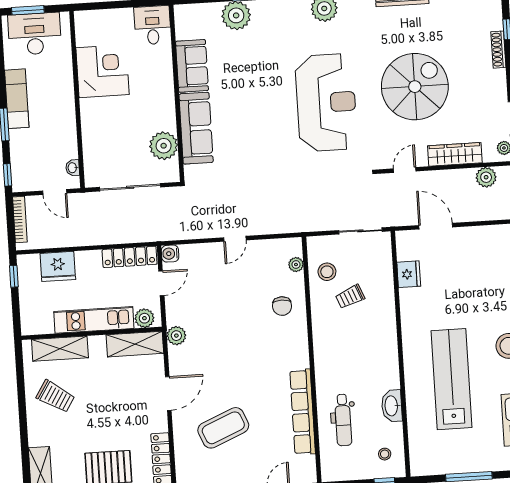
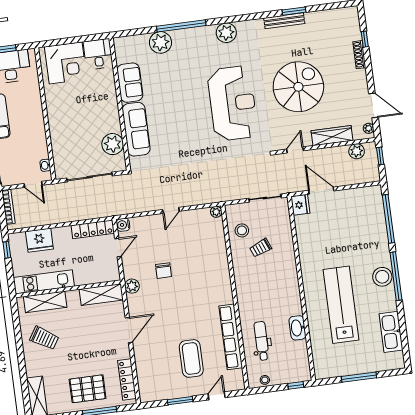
corner desk: (103, 71) -> (66, 63), moved, turned 90
plant: (296, 265) -> (216, 212), moved
fridge: (409, 274) -> (300, 205), moved
chair: (282, 306) -> (163, 271), moved
plant: (144, 318) -> (107, 275), removed
kitchen unit: (94, 320) -> (44, 282), moved
dental chair: (343, 420) -> (262, 341), turned 180
coffee table: (223, 428) -> (191, 358), moved, turned -67
stool: (385, 454) -> (265, 380), moved

